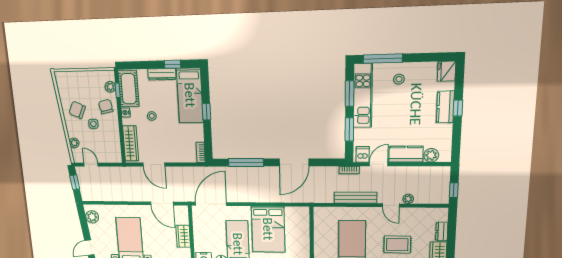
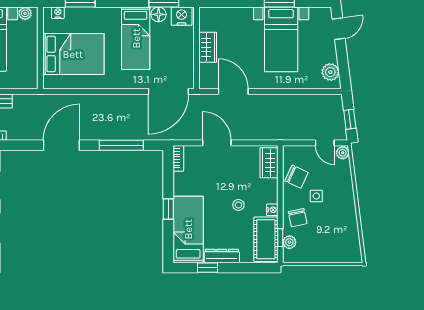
chair: (77, 110) -> (296, 177), moved
plant: (74, 143) -> (343, 153), moved
wardrobe: (131, 143) -> (269, 163), width x0.67
door: (154, 165) -> (217, 143), moved
bed: (268, 229) -> (73, 54), moved, turned 90

